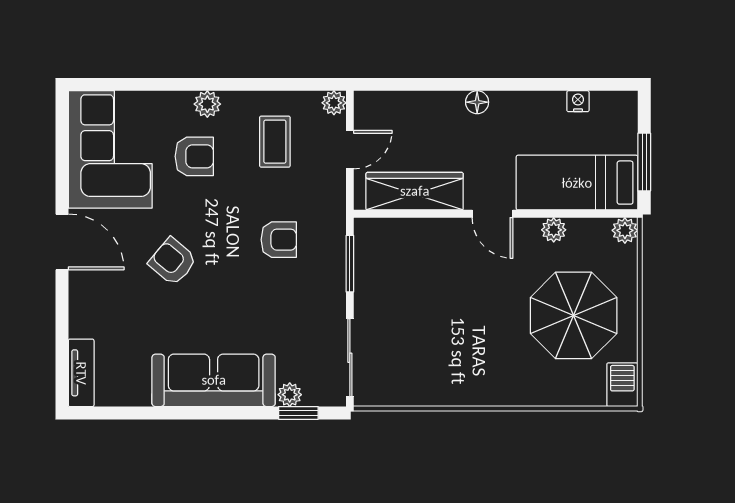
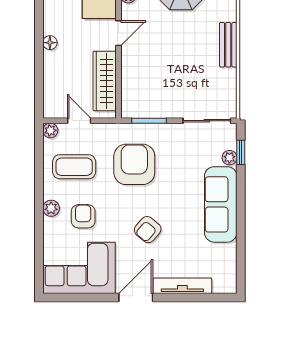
coffee table: (275, 142) -> (74, 167), width x1.36, depth x1.30
armchair: (279, 240) -> (134, 164), width x1.88, depth x1.88
tv unit: (81, 373) -> (182, 286), moved, width x1.41
bench: (474, 393) -> (228, 45), added

